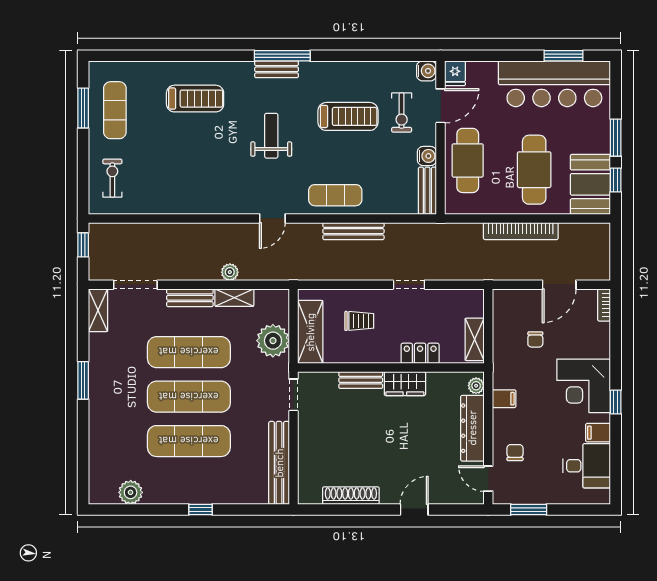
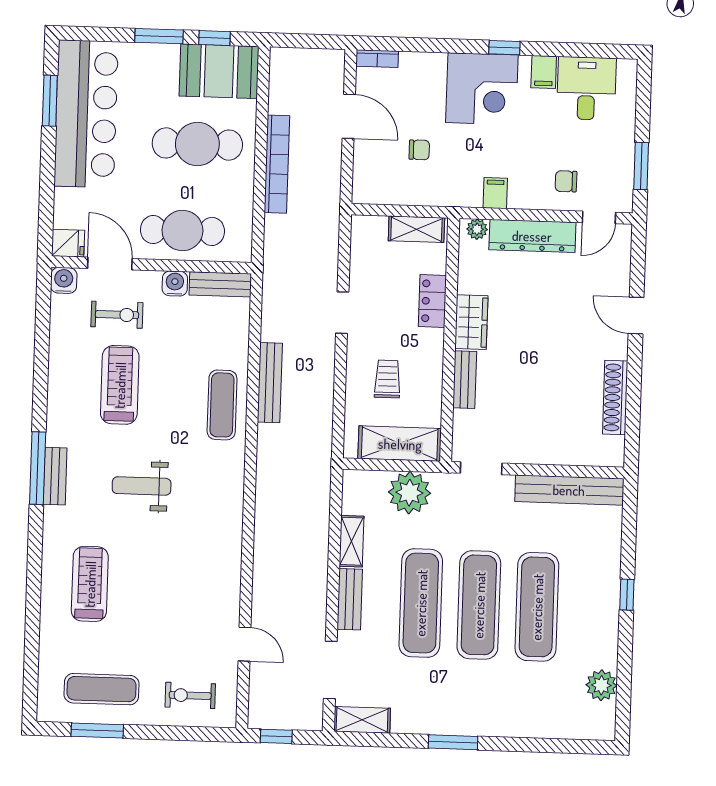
door: (272, 218) -> (245, 644), moved
plant: (230, 272) -> (318, 546), removed

